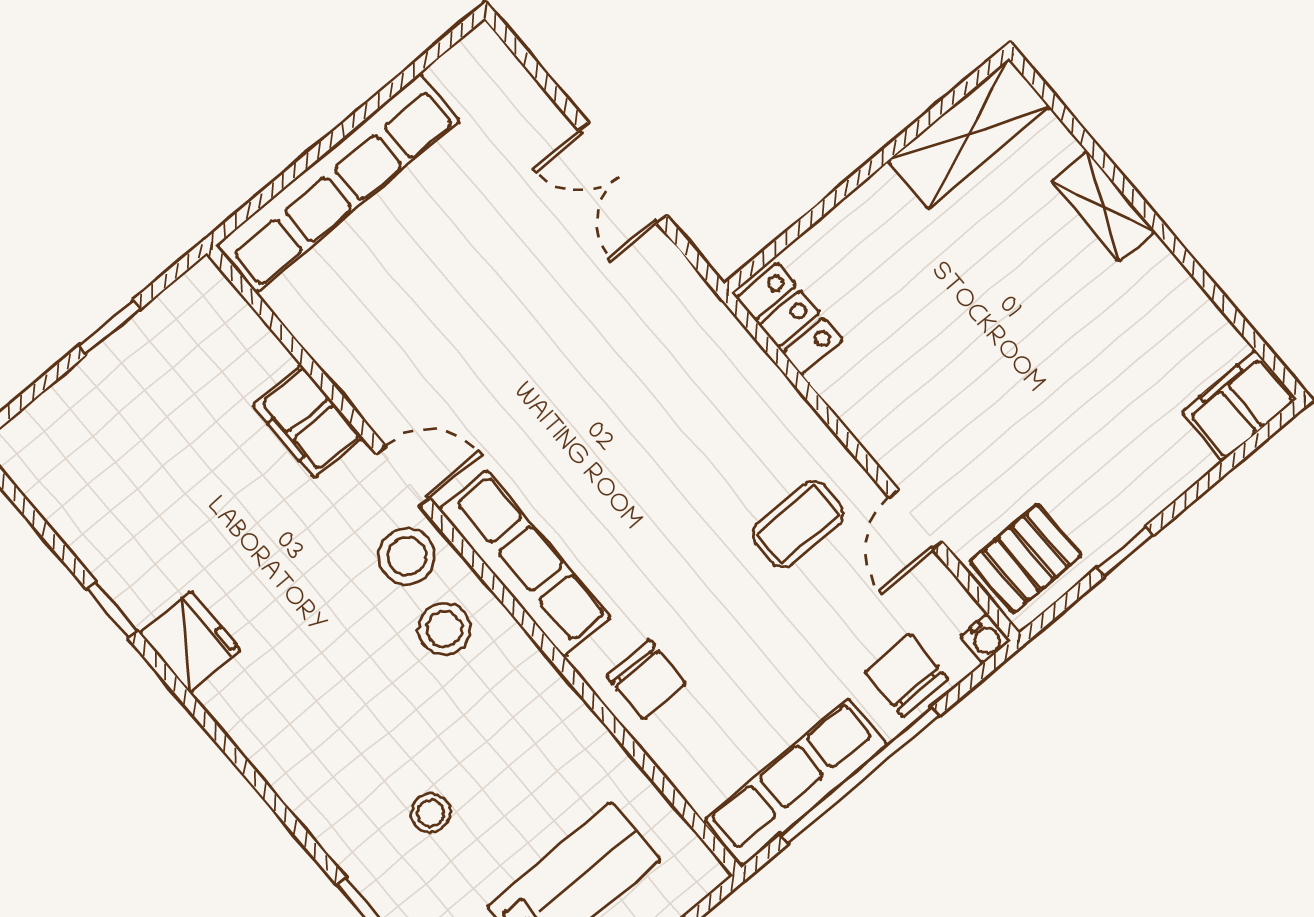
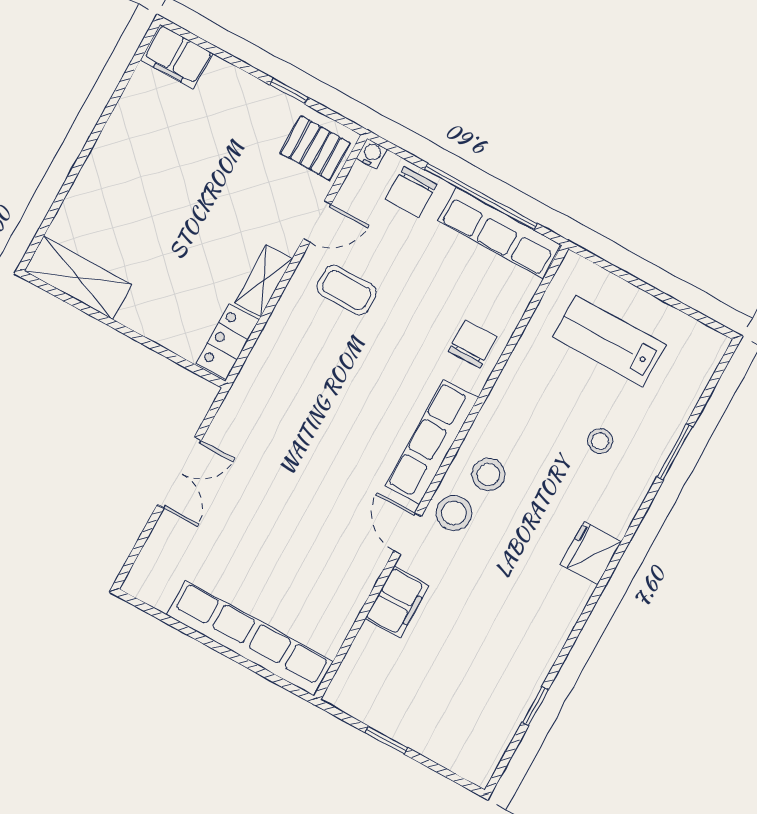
shelving: (1103, 206) -> (264, 281), moved
window: (112, 610) -> (535, 706), moved
fridge: (190, 642) -> (591, 553), moved

